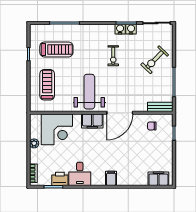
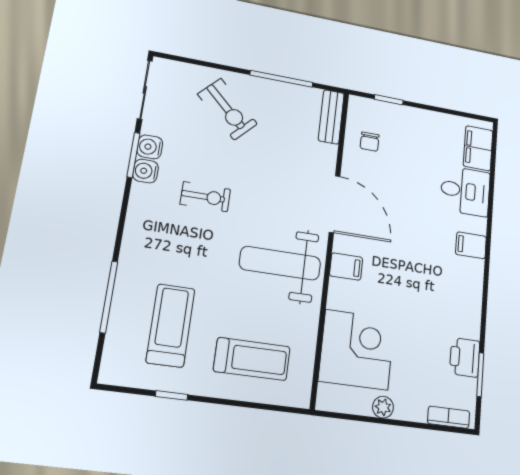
treadmill: (47, 85) -> (252, 359), turned 180
filing cabinet: (92, 121) -> (346, 267), width x0.50
desk: (80, 174) -> (465, 191), moved

